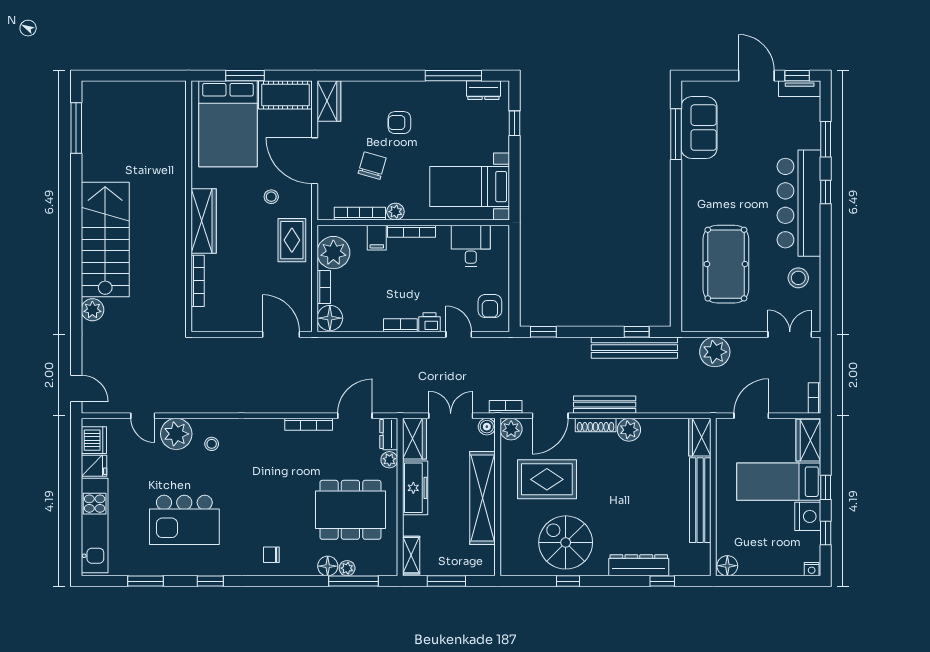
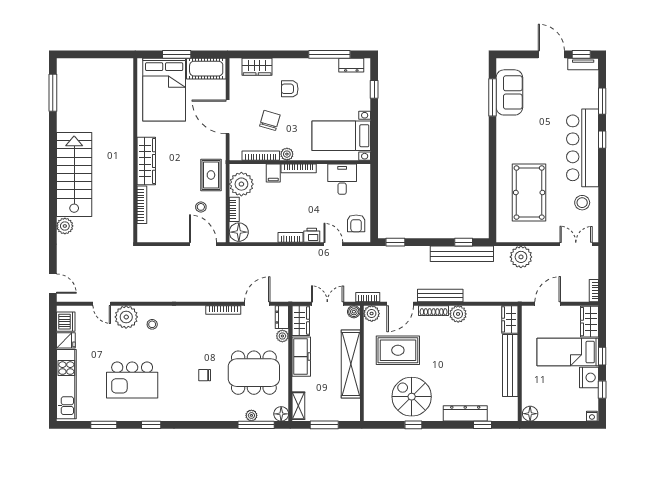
wardrobe: (329, 101) -> (257, 67), moved, turned 90
stool: (271, 197) -> (201, 207), moved
chair: (271, 555) -> (205, 375), moved
floor lamp: (328, 566) -> (281, 414), moved

